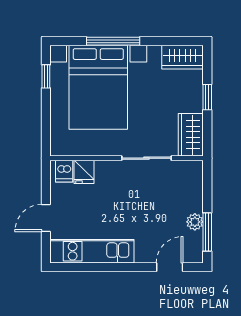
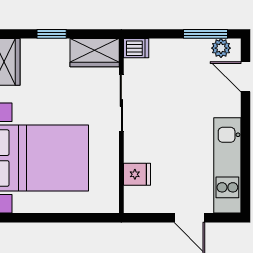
window: (46, 76) -> (28, 218), removed
dishwasher: (64, 171) -> (136, 48), moved
plant: (195, 222) -> (221, 48), moved

